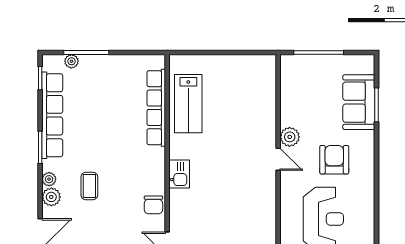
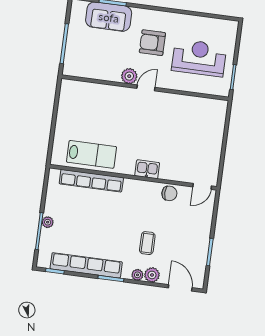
plant: (71, 61) -> (48, 222), moved
coffee table: (89, 186) -> (147, 243), turned 90

